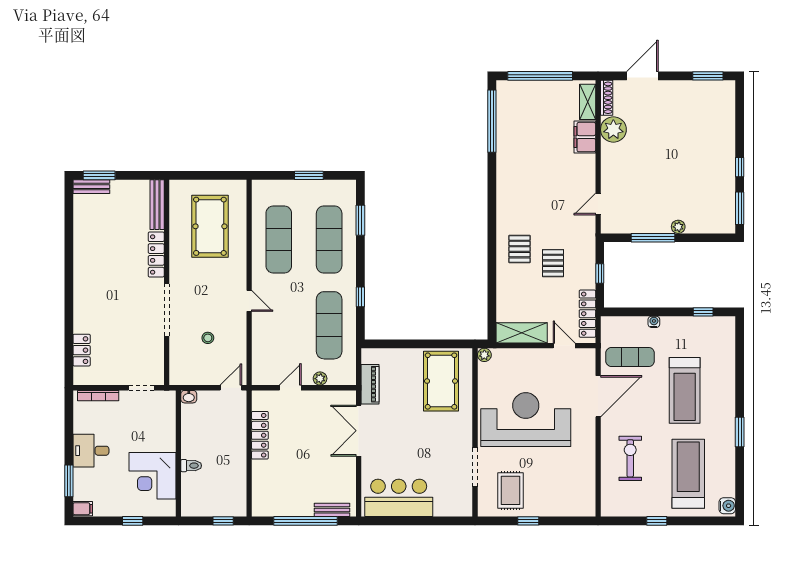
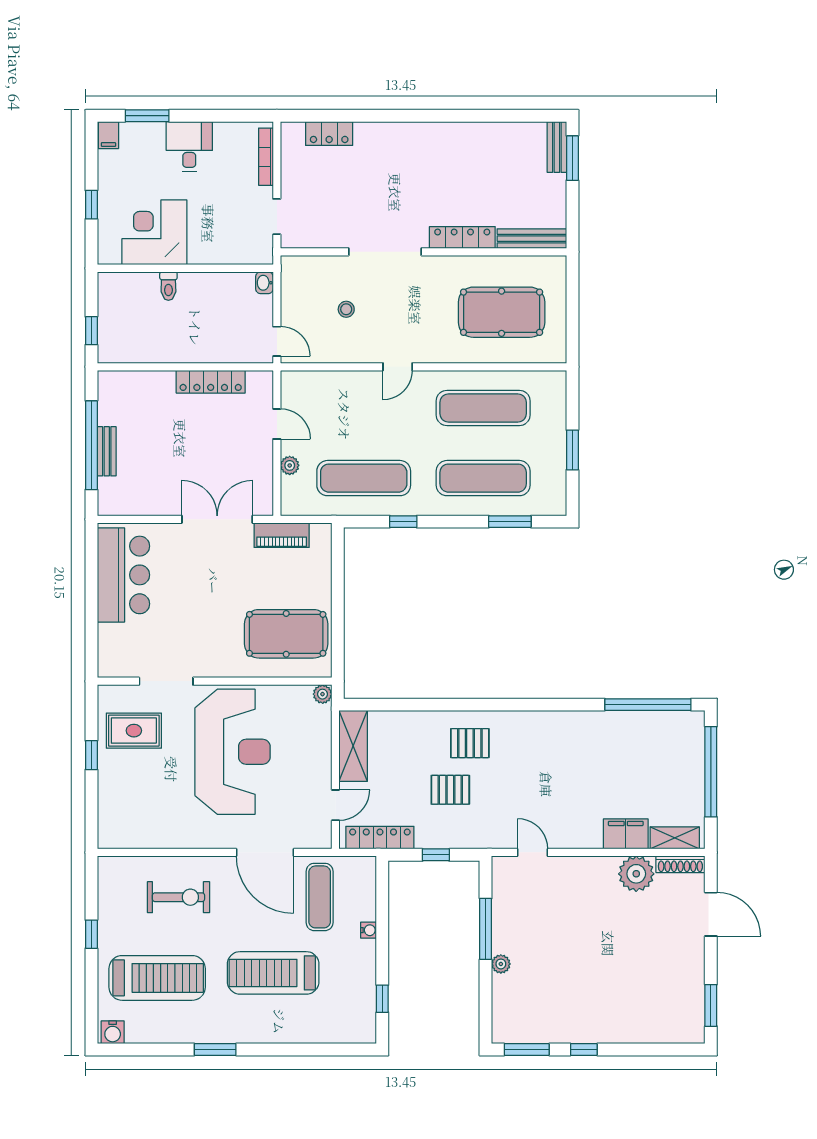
bench: (332, 510) -> (107, 451), moved

